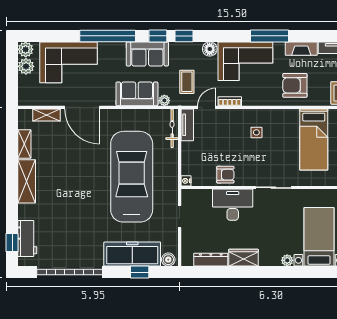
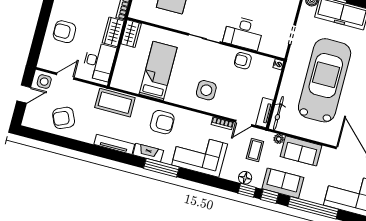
window: (270, 36) -> (161, 168), moved
floor lamp: (210, 49) -> (245, 178), moved
side table: (256, 132) -> (206, 90), width x1.87, depth x1.87
car: (132, 177) -> (325, 80), turned 180

